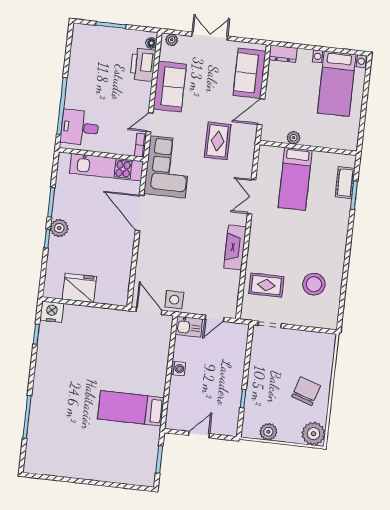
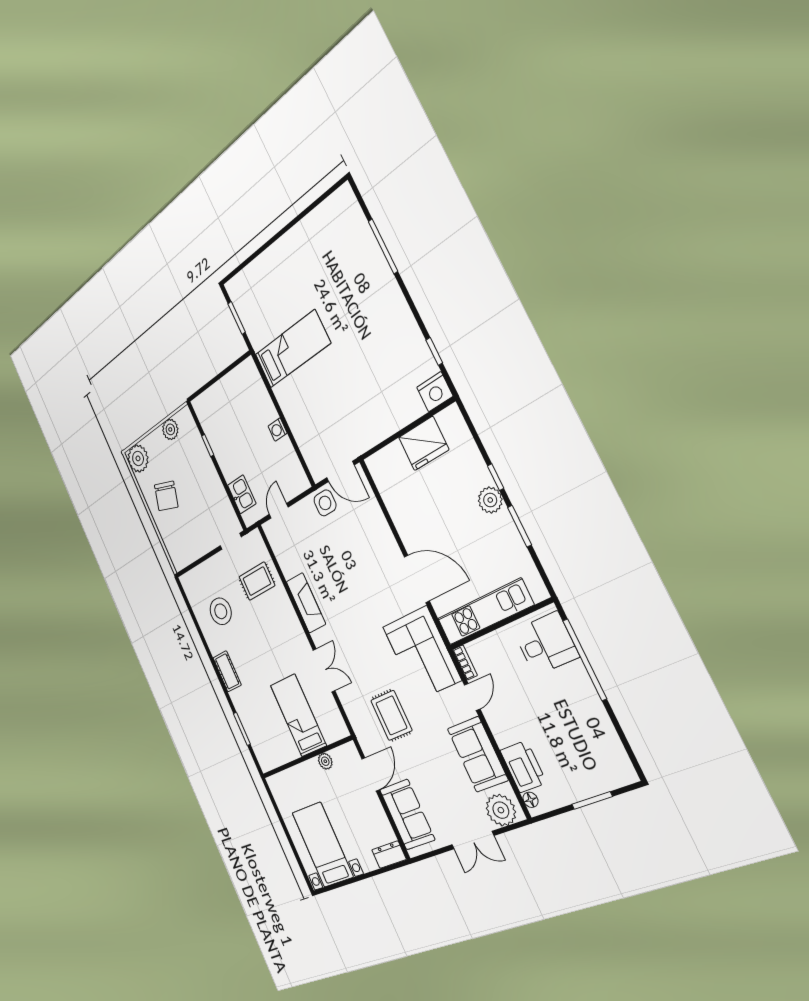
plant: (172, 40) -> (501, 810), width x1.88, depth x1.88
cot: (345, 183) -> (227, 671), moved
kitchen sink: (189, 327) -> (242, 494), moved, turned 90
door: (199, 435) -> (220, 376), removed

